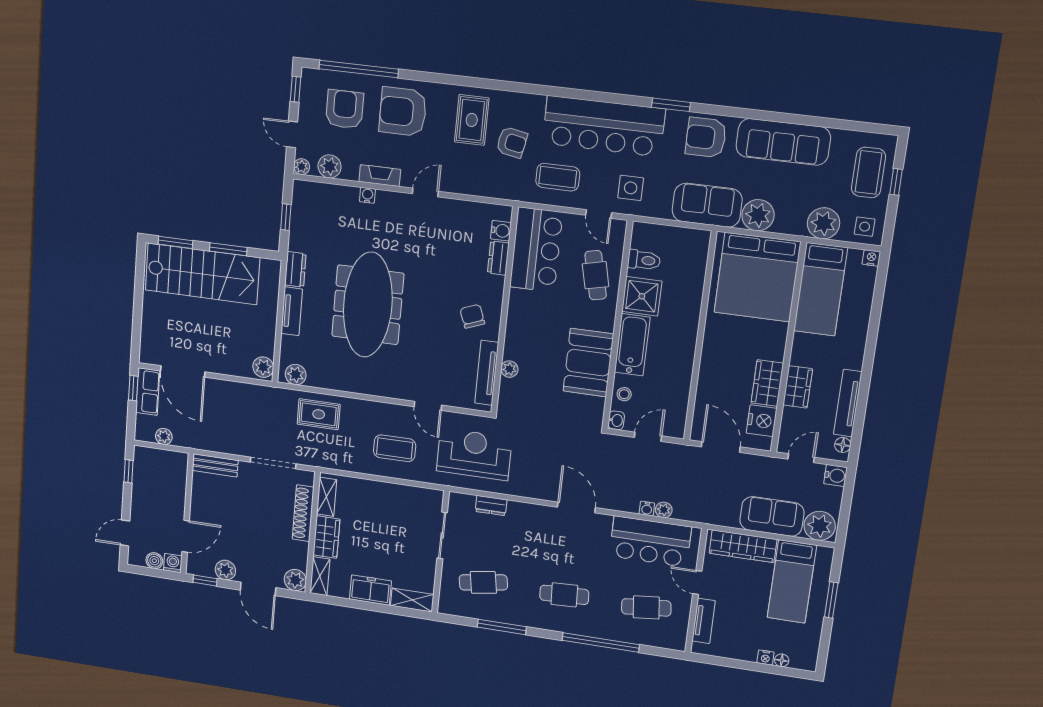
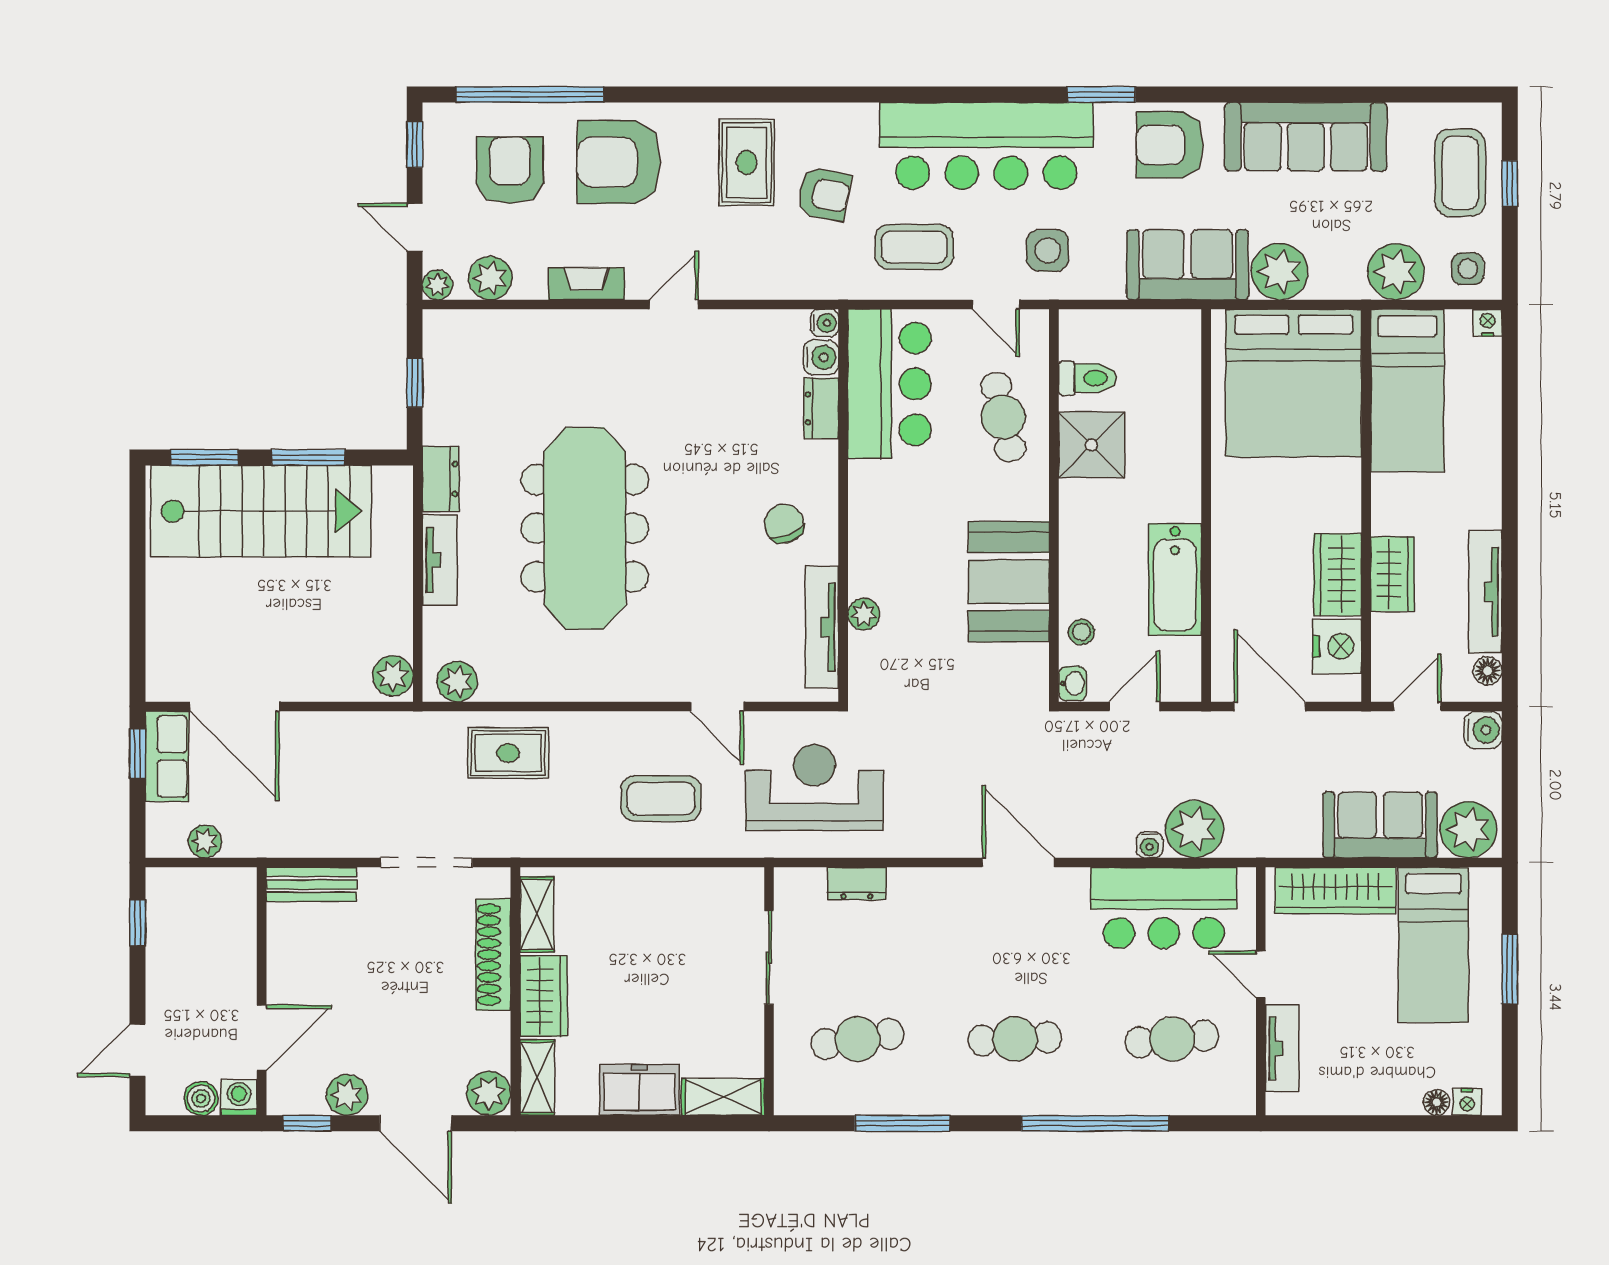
water cooler: (367, 195) -> (825, 323), moved, turned 90
bathtub: (632, 345) -> (1175, 579), moved, turned 180
plant: (664, 510) -> (1195, 829), width x1.87, depth x1.87
nightstand: (765, 658) -> (1467, 1102), moved

